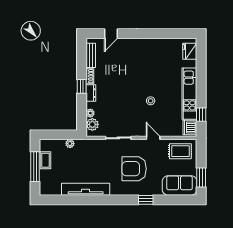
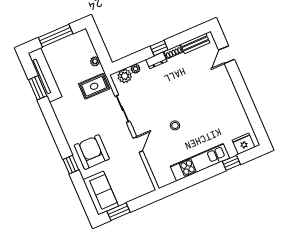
door: (111, 34) -> (227, 55), hinge flipped
window: (201, 115) -> (231, 163), moved
dishwasher: (190, 127) -> (165, 178), removed
rug: (180, 151) -> (94, 86), moved, turned 90
coffee table: (45, 160) -> (67, 44), removed
armchair: (134, 169) -> (92, 152), moved
tv unit: (86, 189) -> (45, 75), moved
window: (71, 200) -> (38, 88), added

